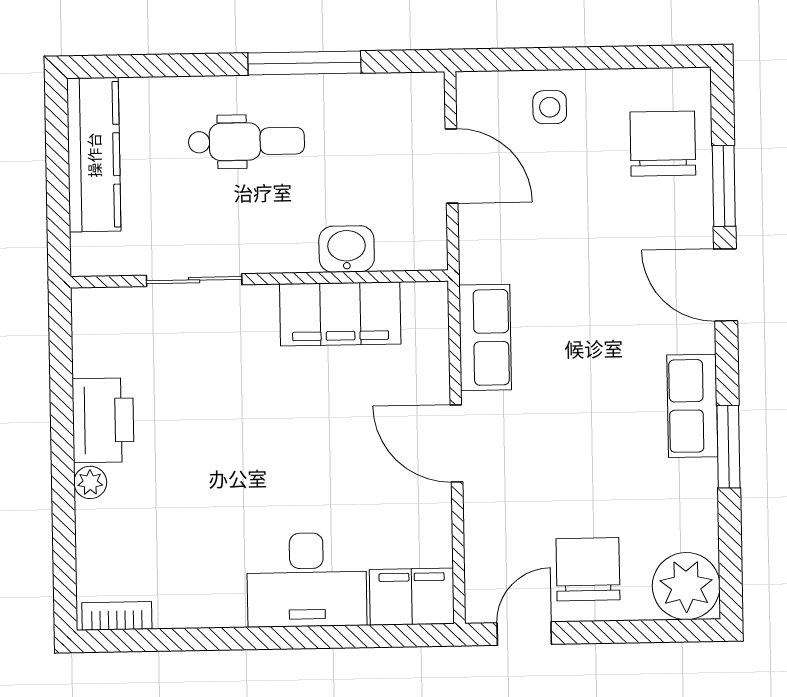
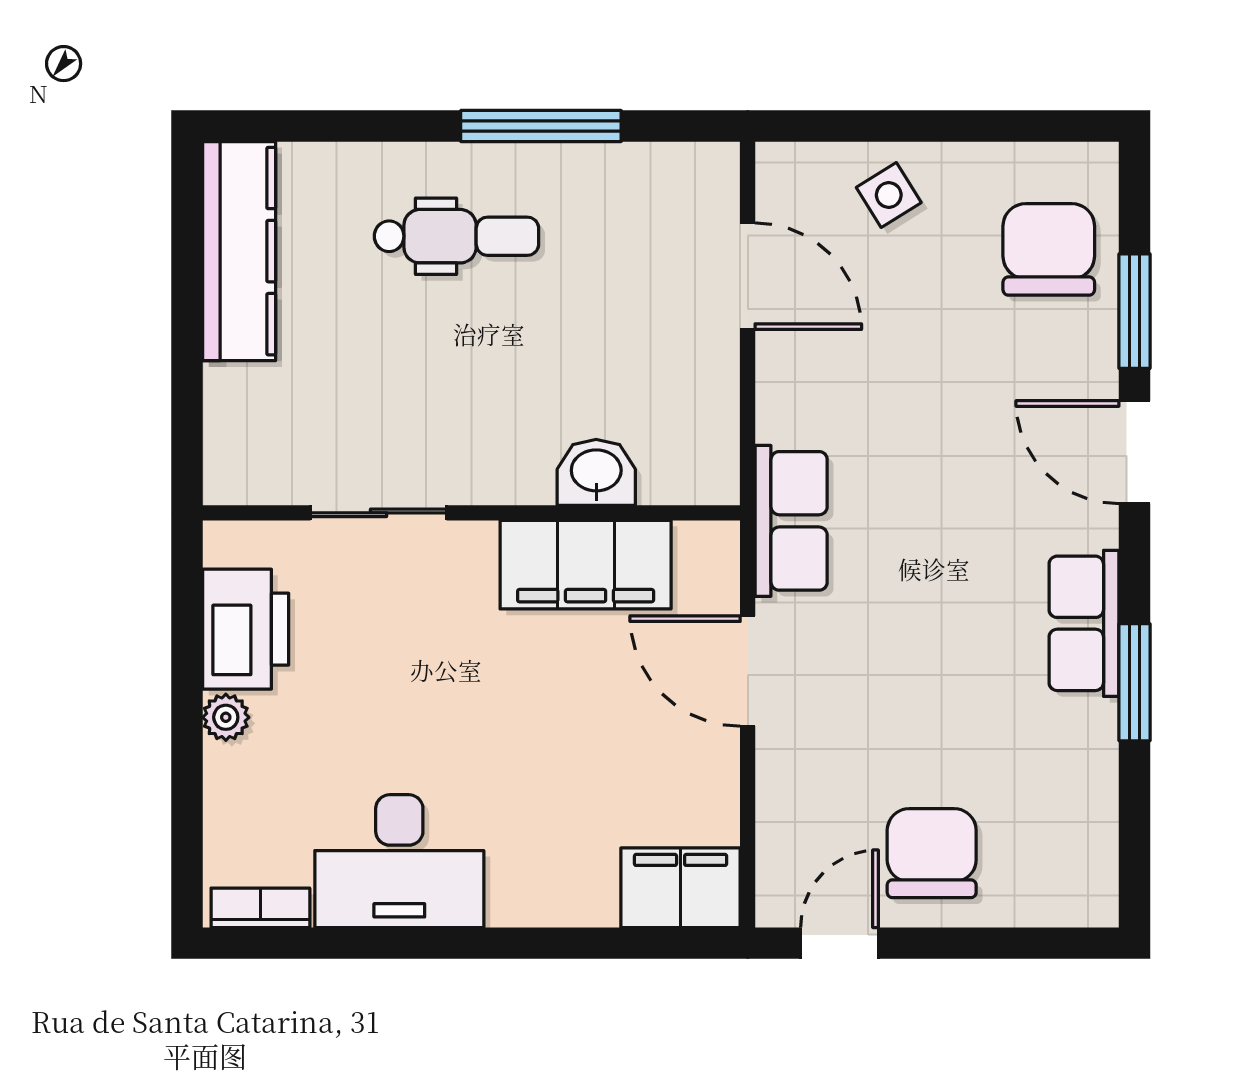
side table: (550, 107) -> (889, 195), turned -32
washbasin: (347, 249) -> (596, 472), moved
wall: (259, 279) -> (471, 513), moved
sliding door: (194, 280) -> (379, 513), moved
filing cabinet: (340, 314) -> (586, 565), moved
desk: (307, 580) -> (399, 861), moved
plant: (686, 586) -> (1071, 880), removed

